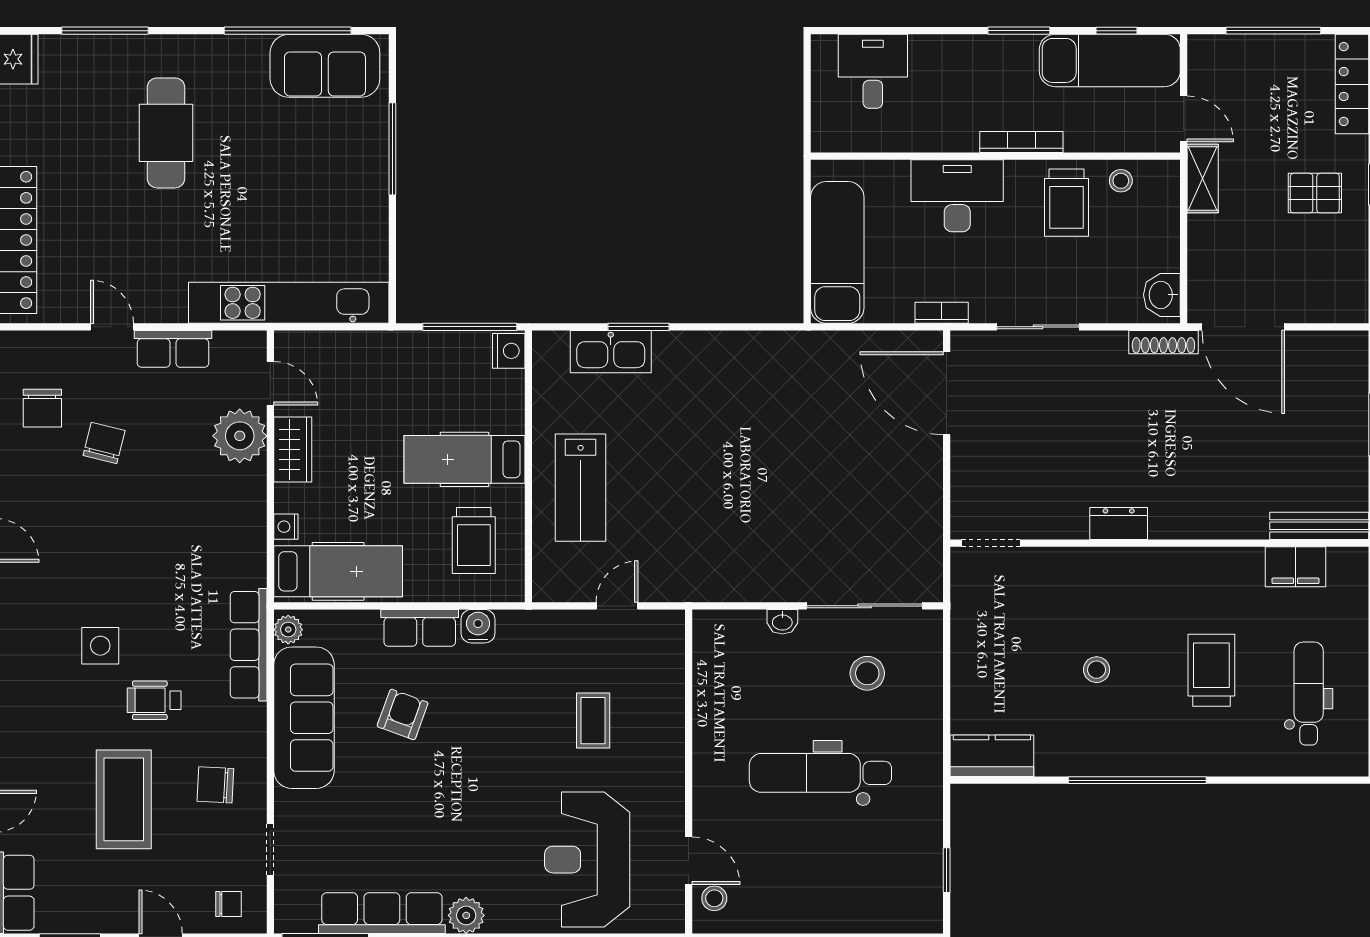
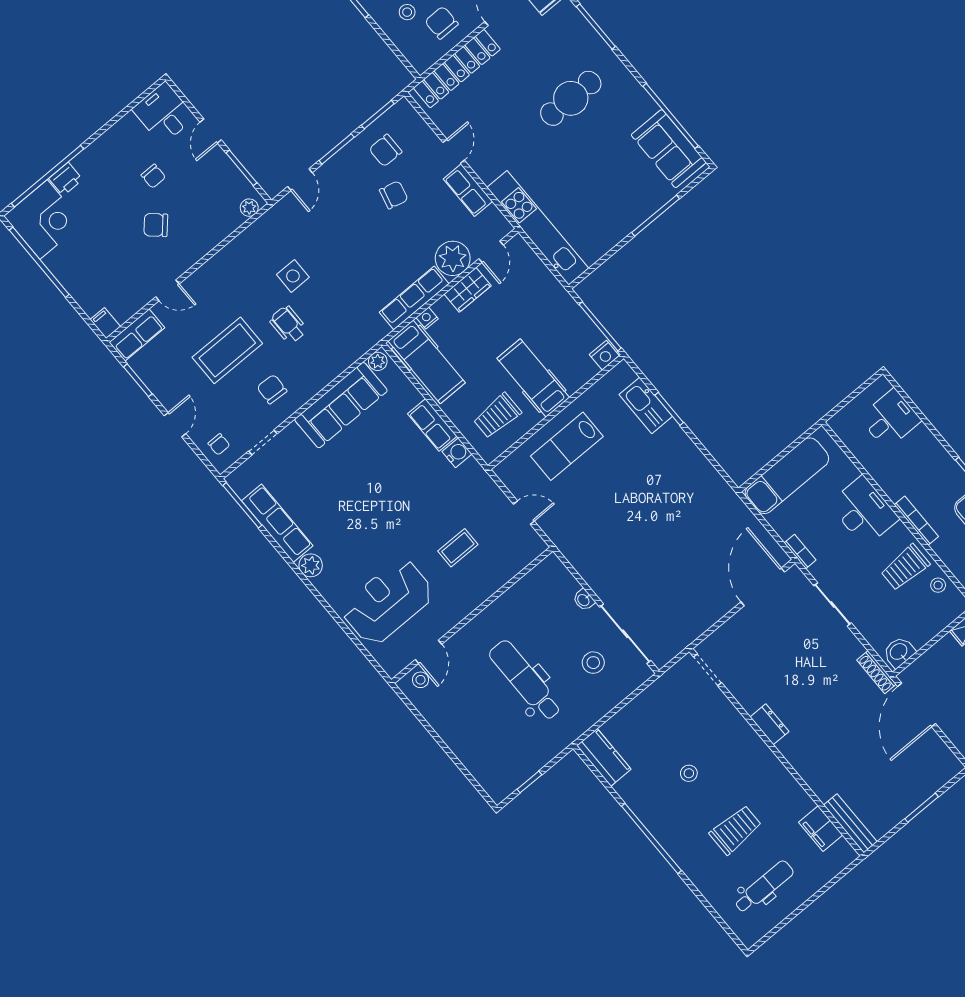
row of seats: (249, 645) -> (414, 298), moved
armchair: (403, 714) -> (383, 452), removed

